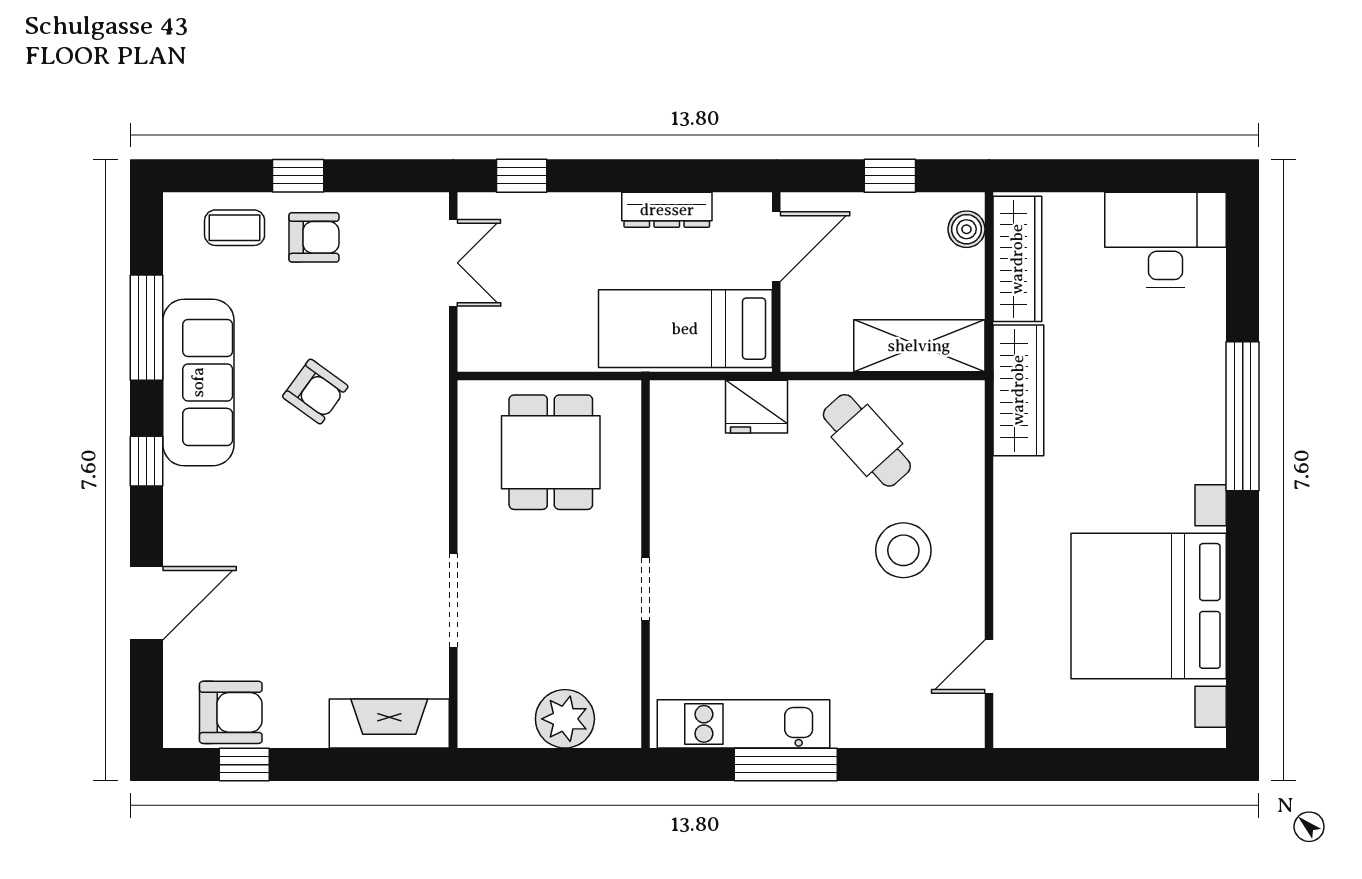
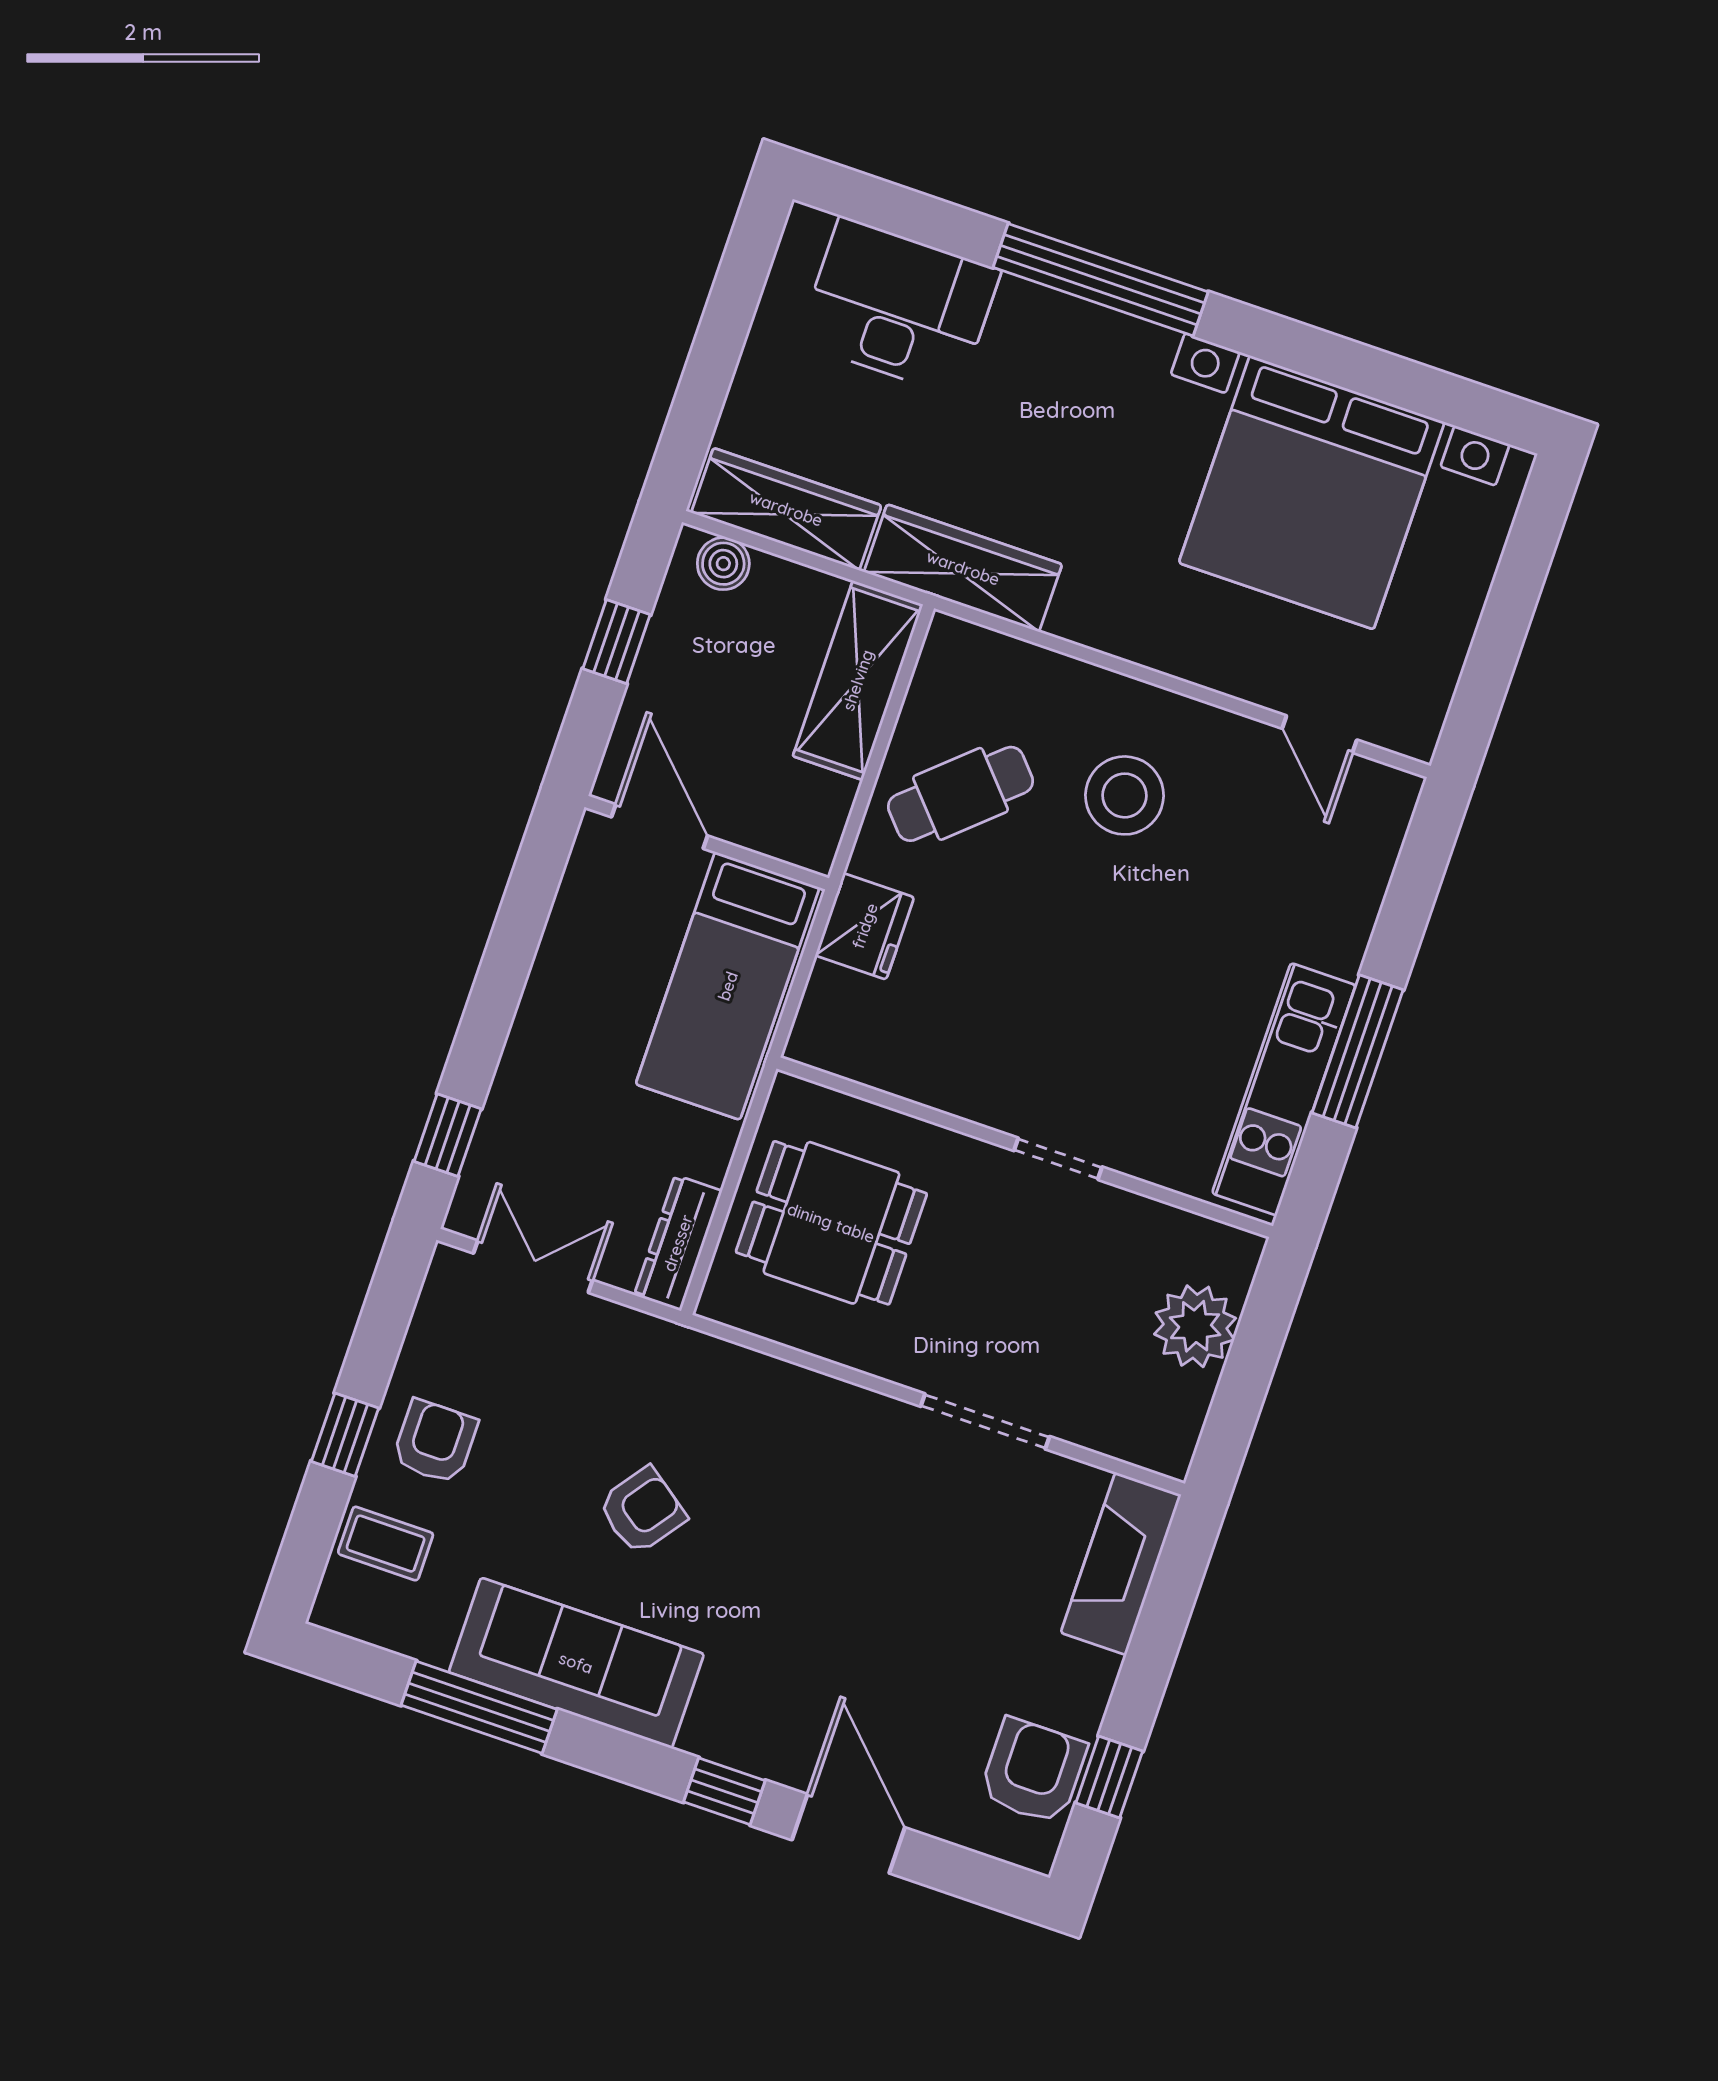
dresser: (667, 210) -> (678, 1243), moved, turned 180
coffee table: (235, 228) -> (386, 1544), turned 90
desk: (1166, 240) -> (899, 306), moved, turned 90
window: (147, 461) -> (724, 1791), moved

